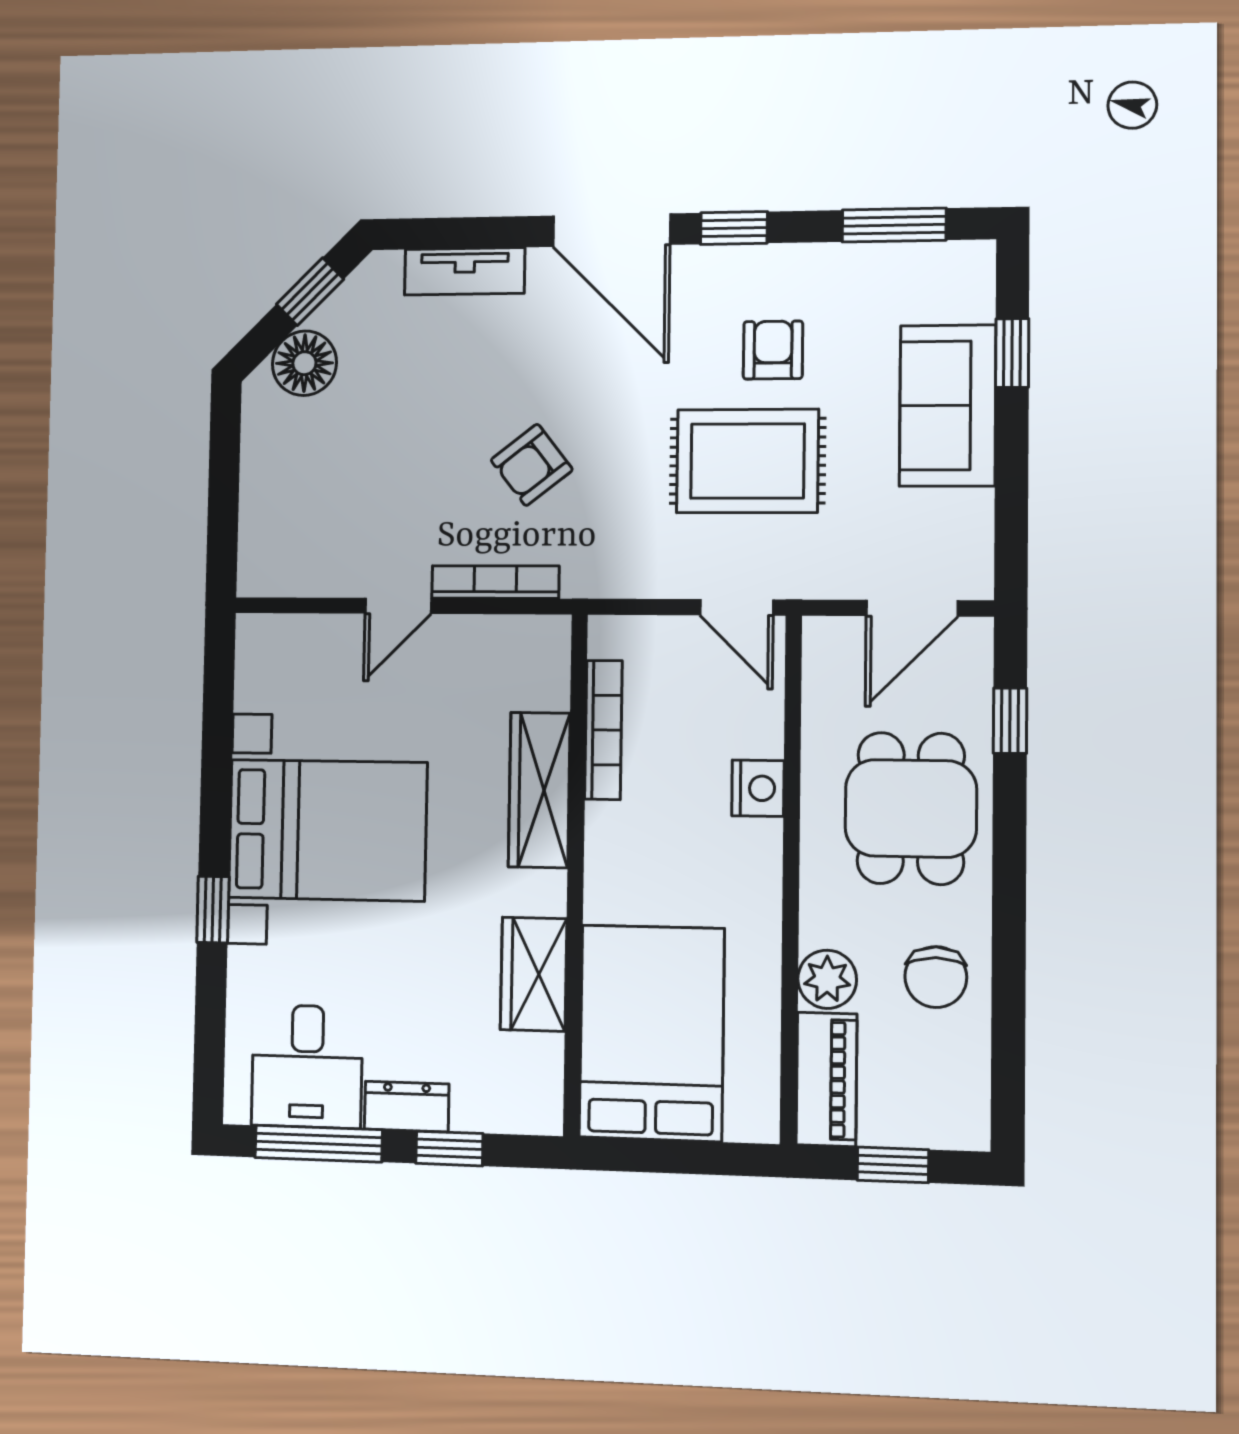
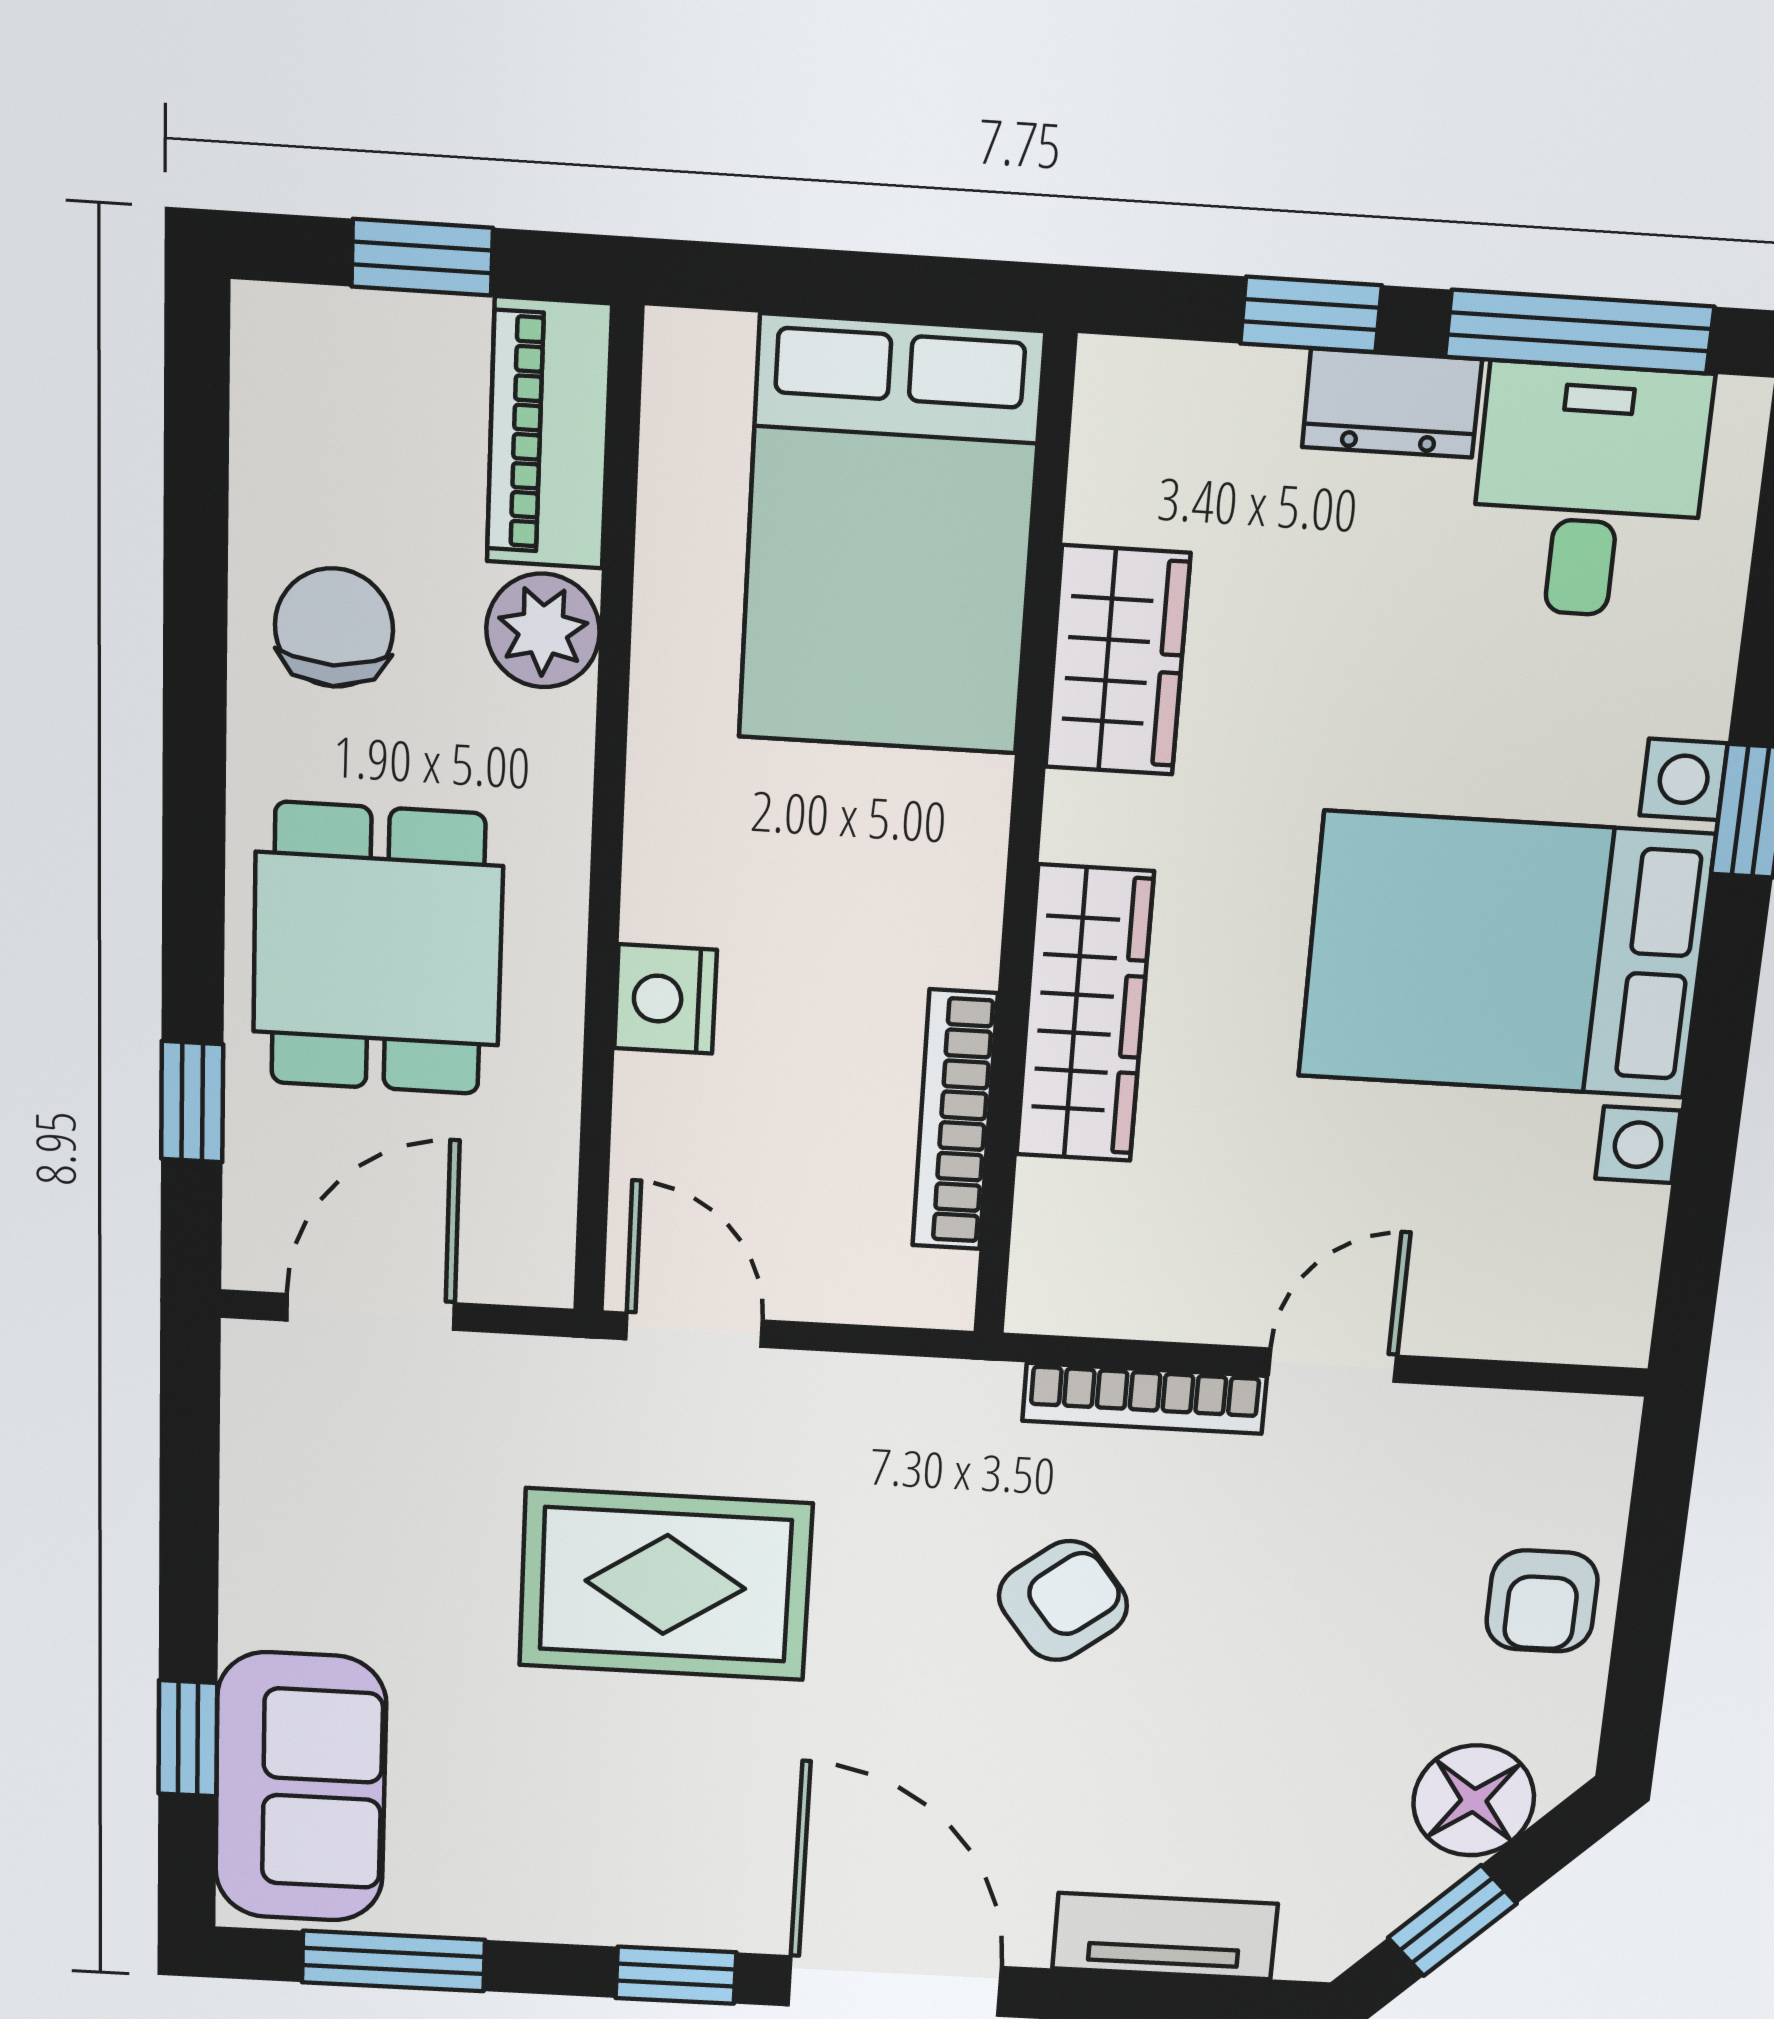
armchair: (773, 350) -> (1542, 1601), moved
sofa: (948, 406) -> (300, 1788), moved

